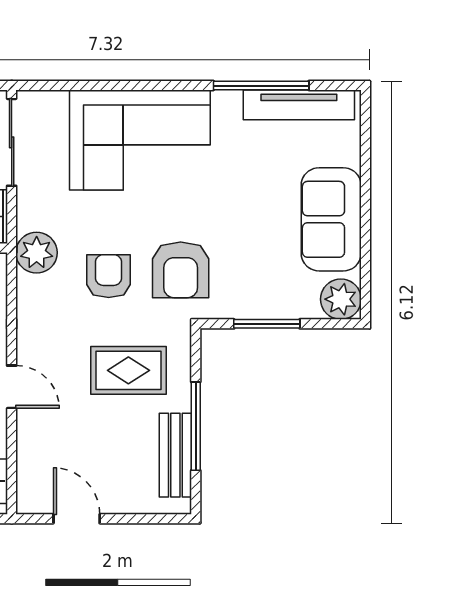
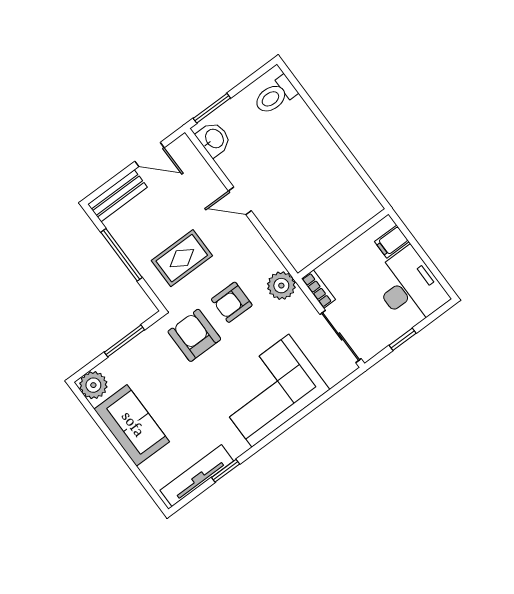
window: (261, 86) -> (226, 471), width x0.46
armchair: (109, 276) -> (232, 302), turned 90
bench: (175, 455) -> (118, 196), moved, turned 90

